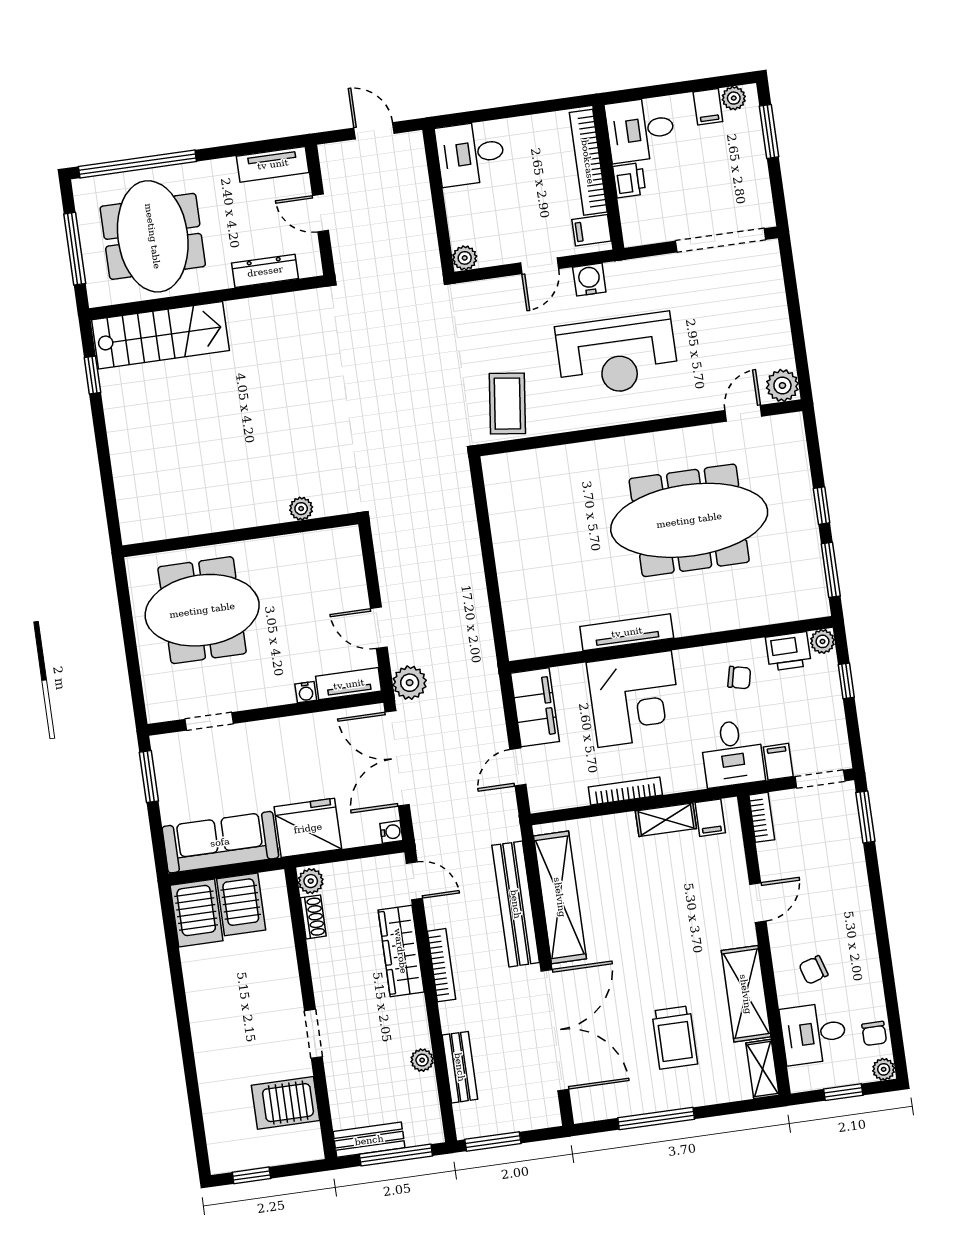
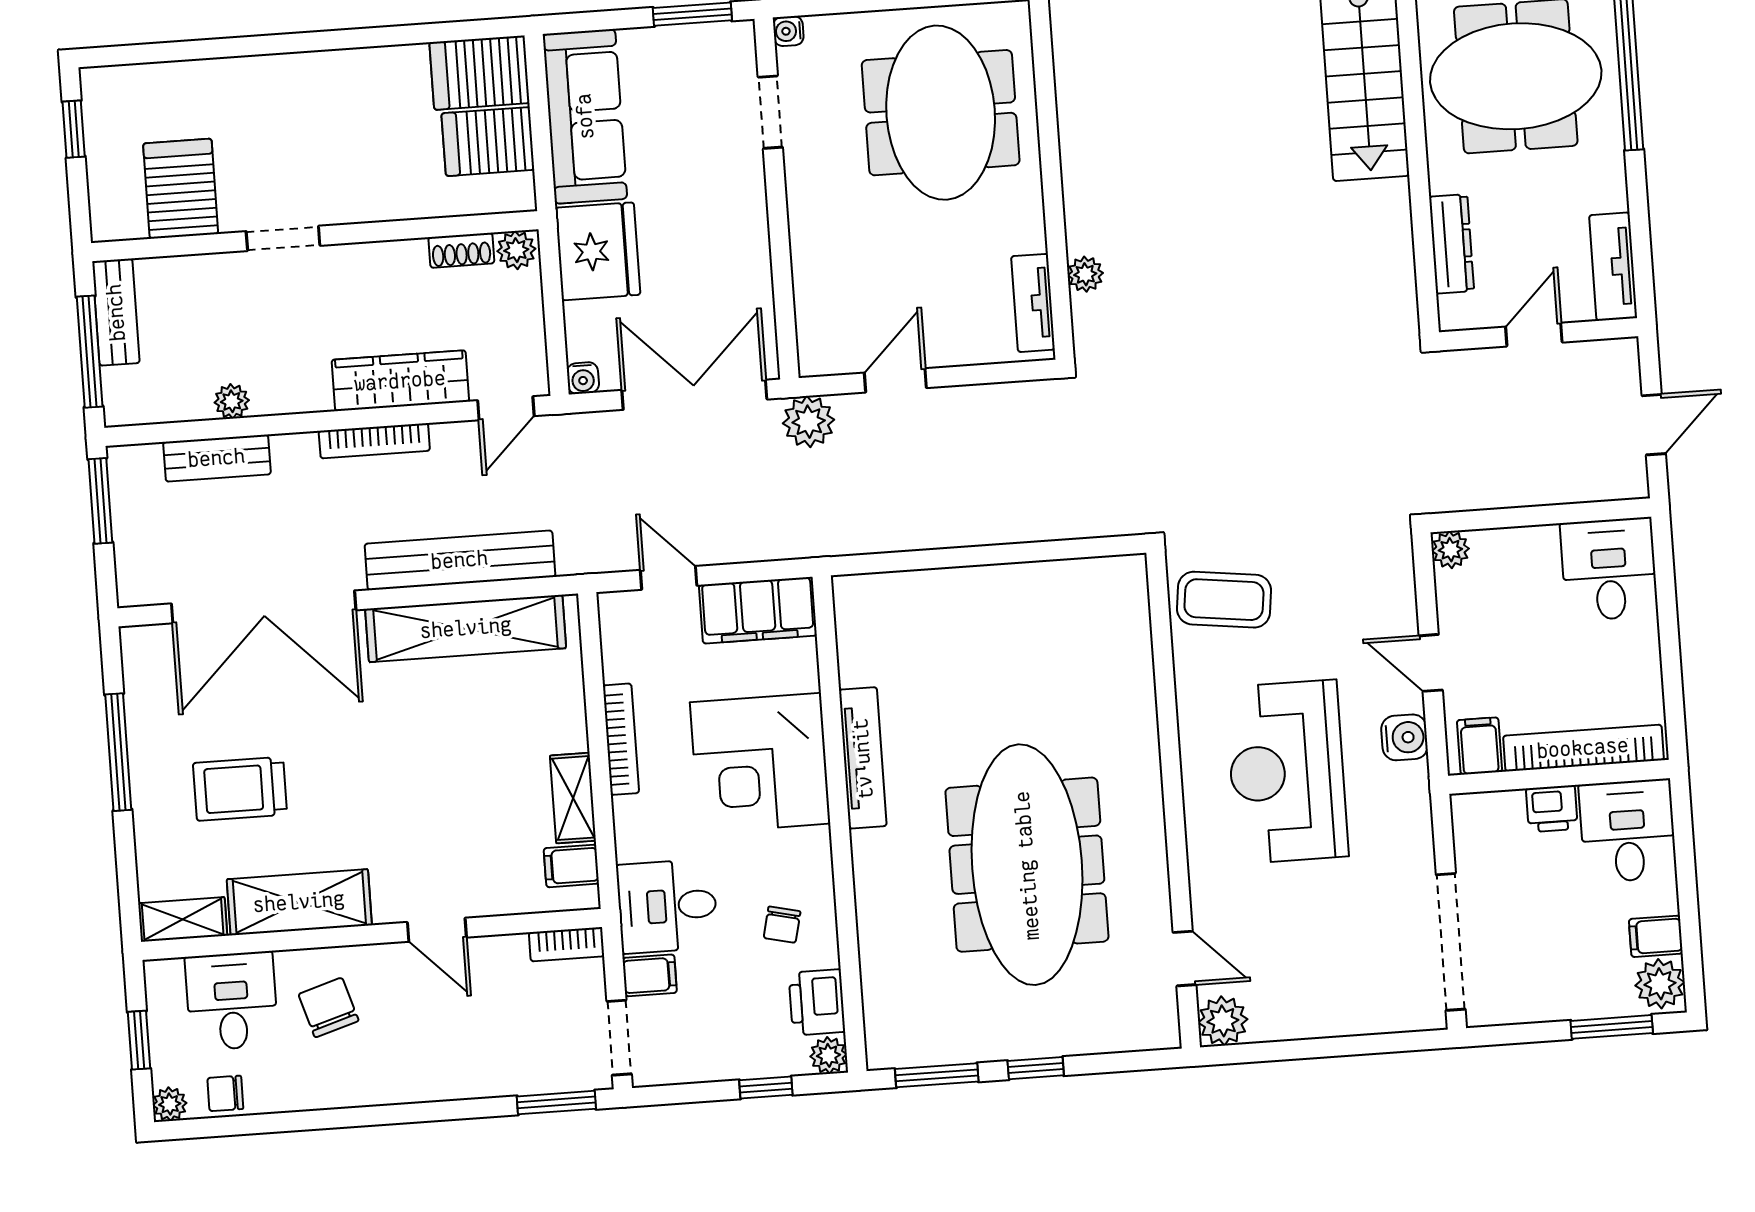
plant: (734, 98) -> (1660, 984), width x1.38, depth x1.38
tv unit: (349, 684) -> (1033, 303), moved, turned 180
water cooler: (306, 692) -> (788, 31), moved
chair: (813, 970) -> (329, 1007), width x1.37, depth x1.37

